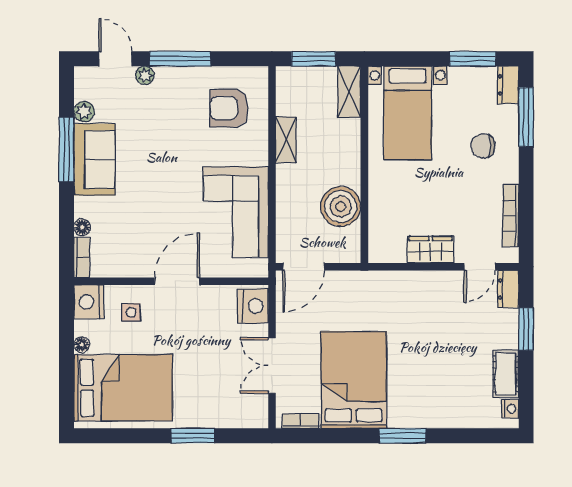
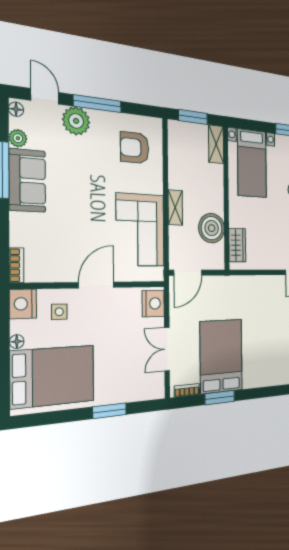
plant: (145, 75) -> (76, 121), width x1.88, depth x1.88
shelving: (286, 140) -> (175, 208), moved
floor lamp: (82, 227) -> (16, 109), moved
wardrobe: (431, 250) -> (237, 245), moved, turned 90
window: (403, 436) -> (220, 398), moved

